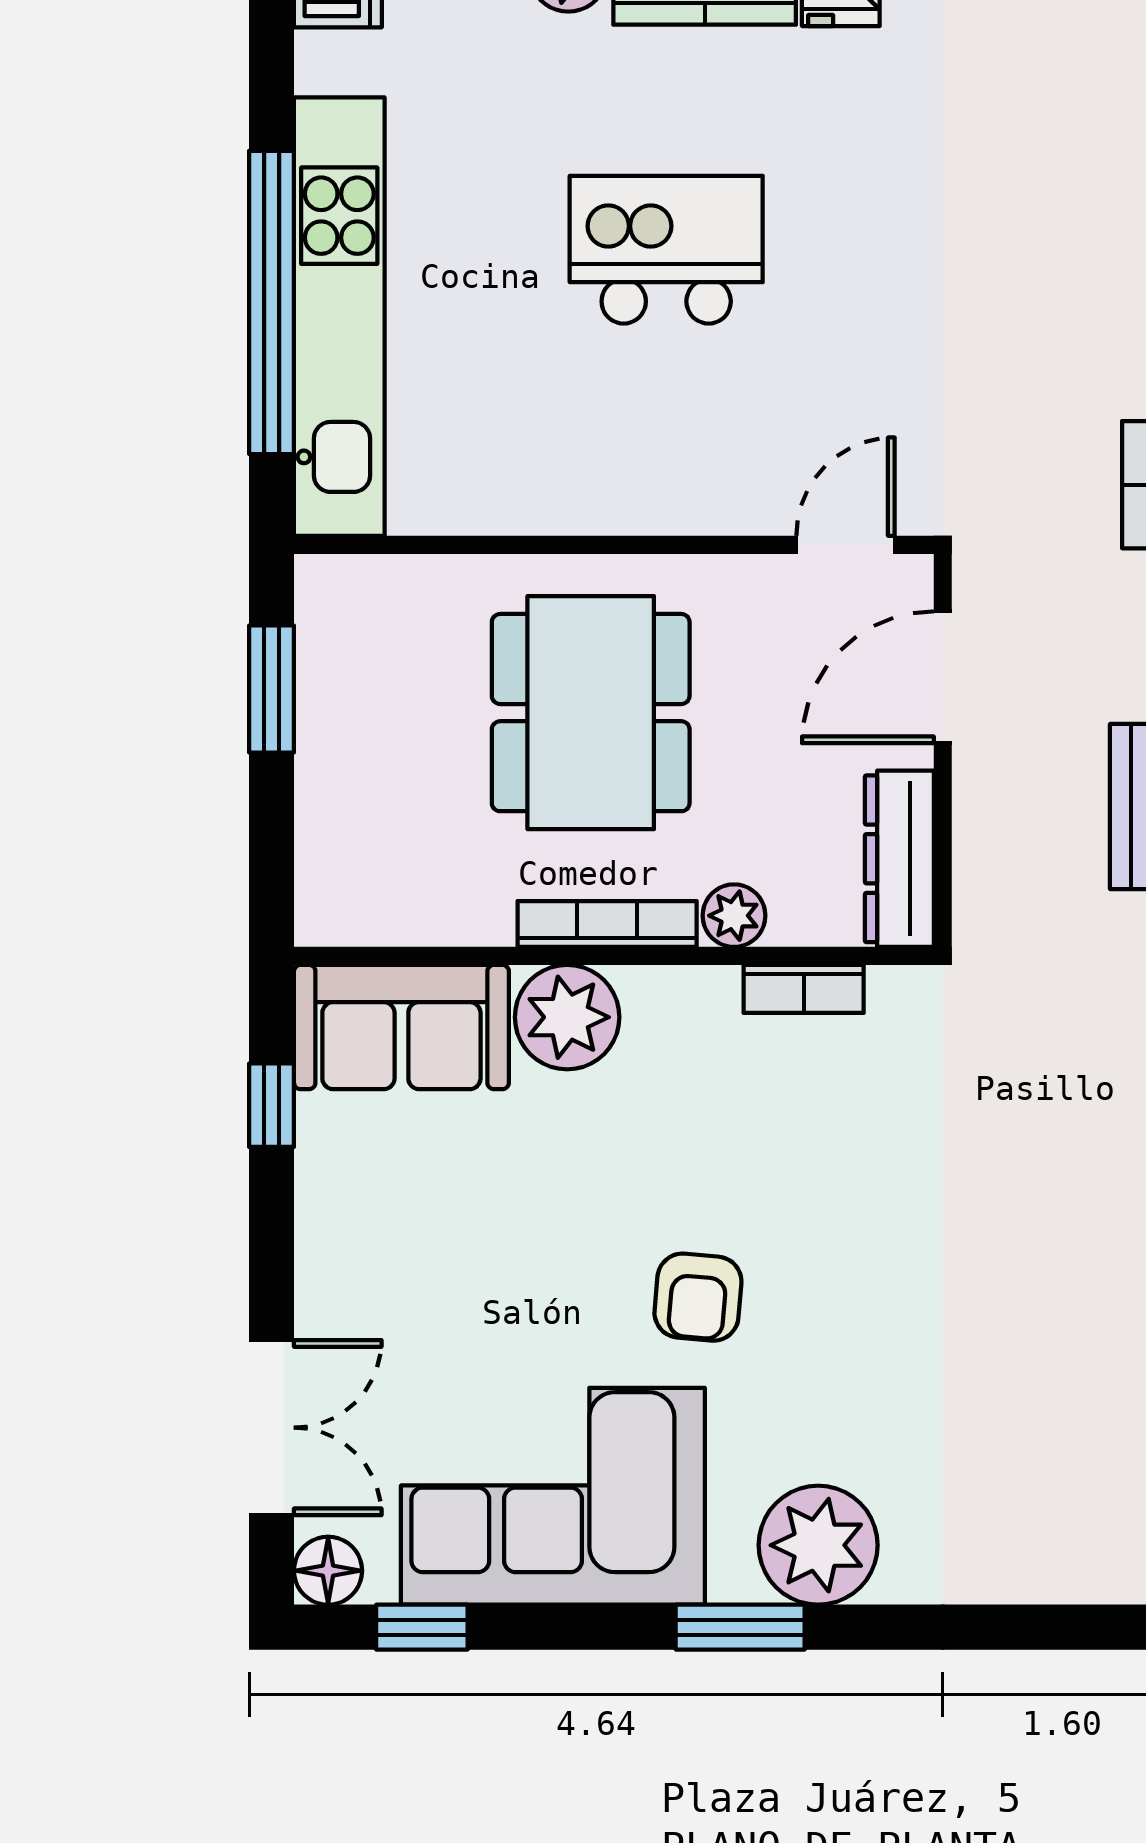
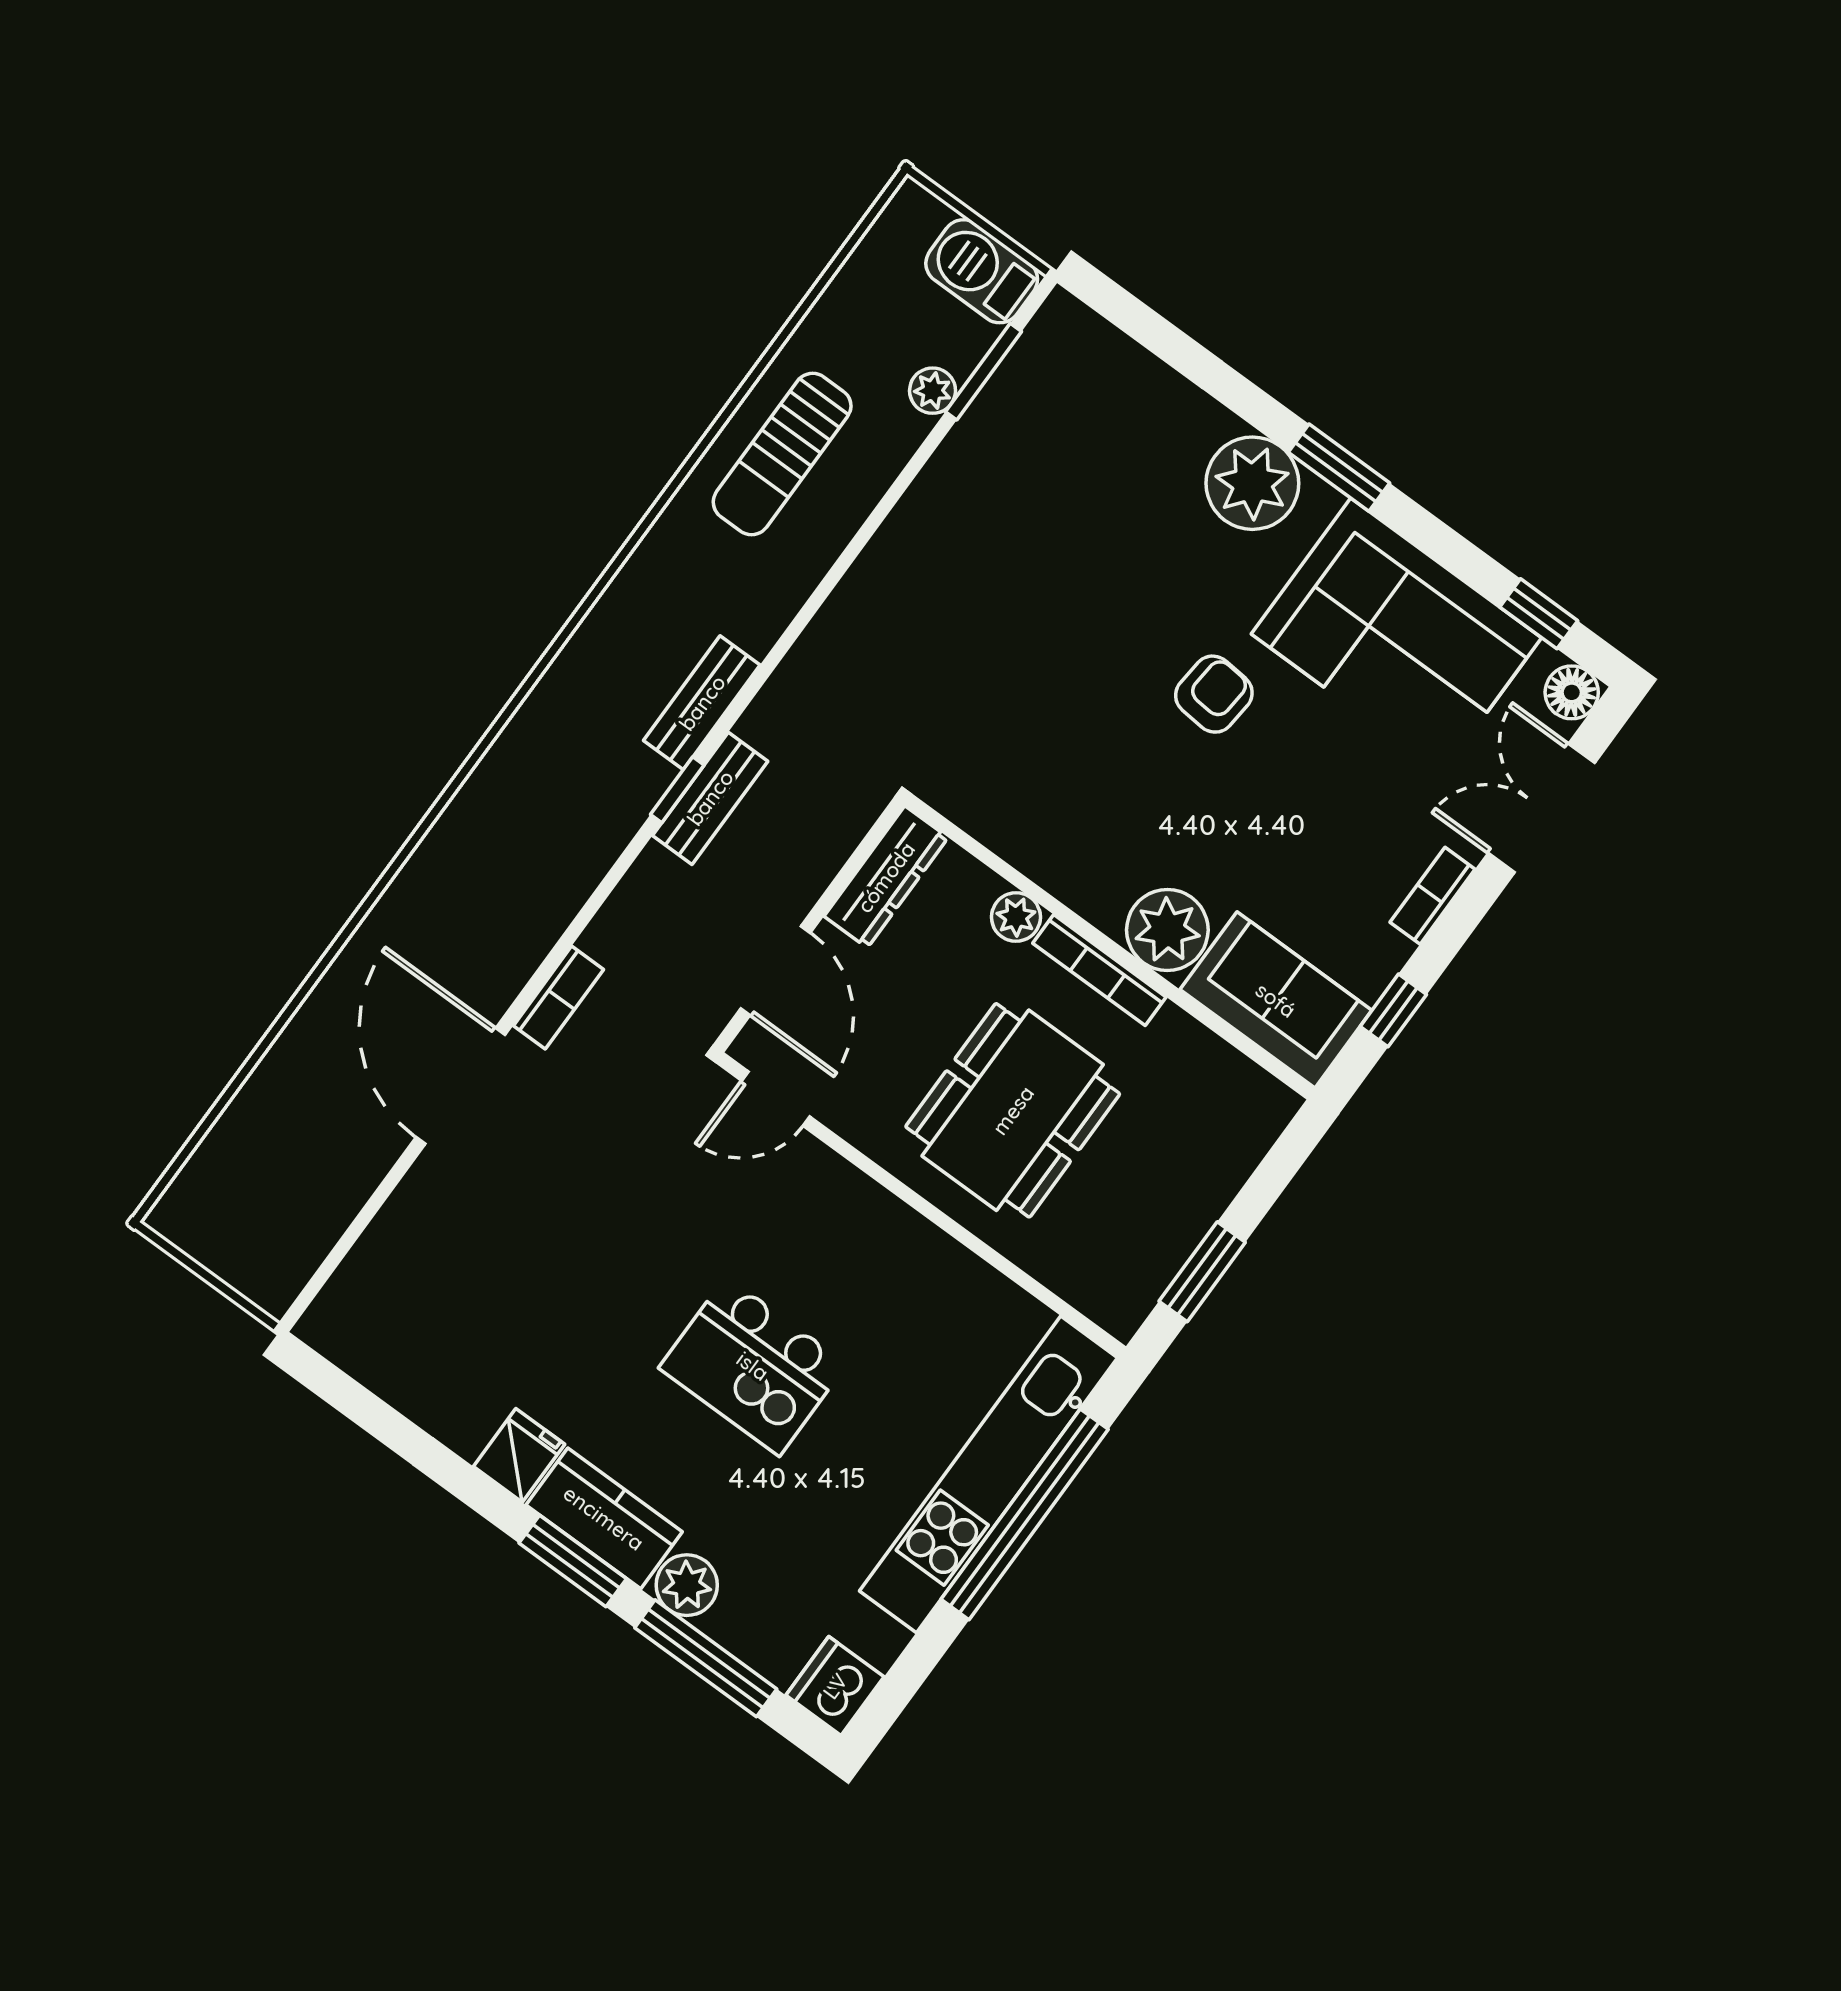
door: (943, 677) -> (775, 971), hinge flipped
bookcase: (804, 989) -> (1433, 896), moved, turned -90

